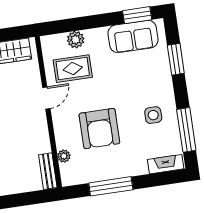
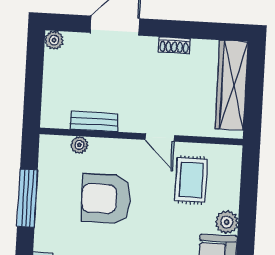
plant: (76, 40) -> (227, 222), moved
bench: (48, 171) -> (94, 122), moved

